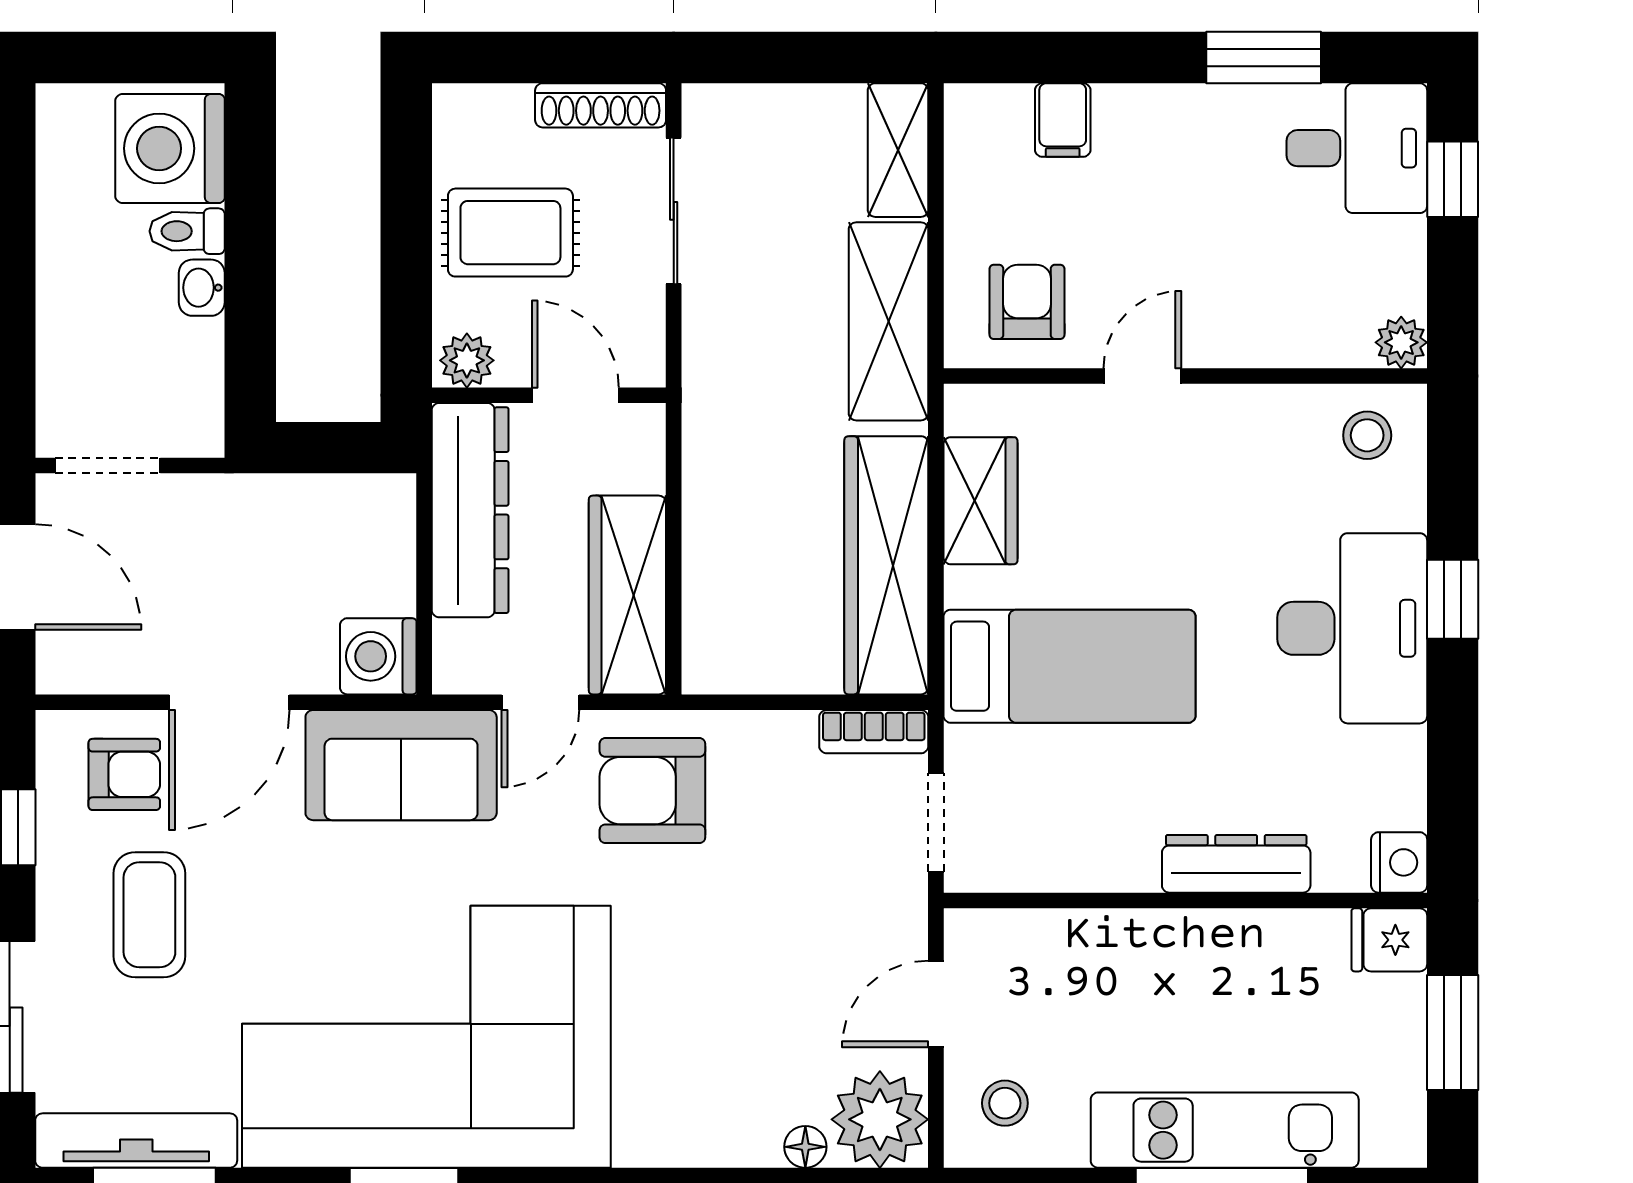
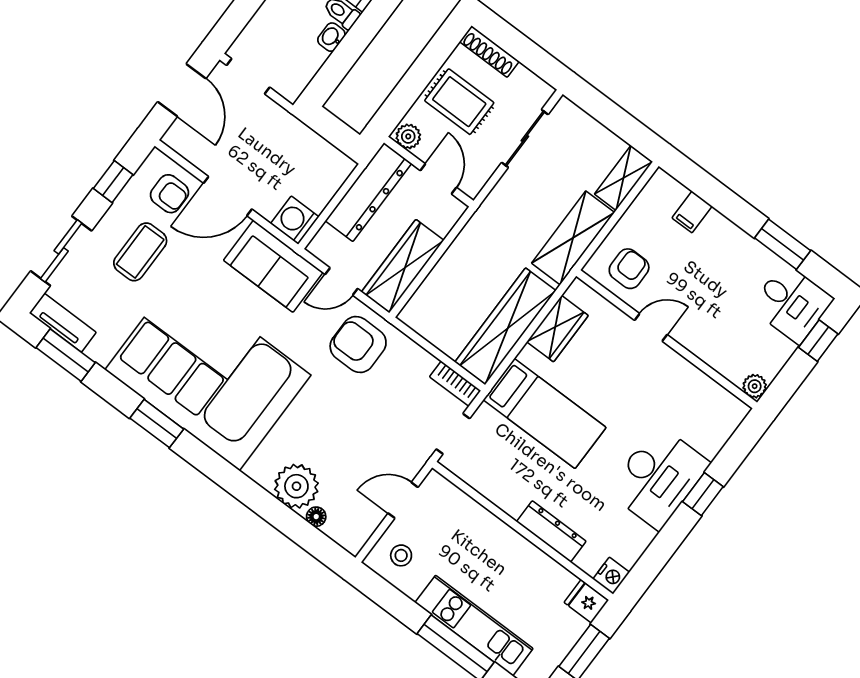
shoe rack: (601, 105) -> (489, 52), moved
stool: (1367, 435) -> (717, 411), removed
plant: (880, 1119) -> (296, 486), moved
tv unit: (136, 1141) -> (63, 323), width x0.71

